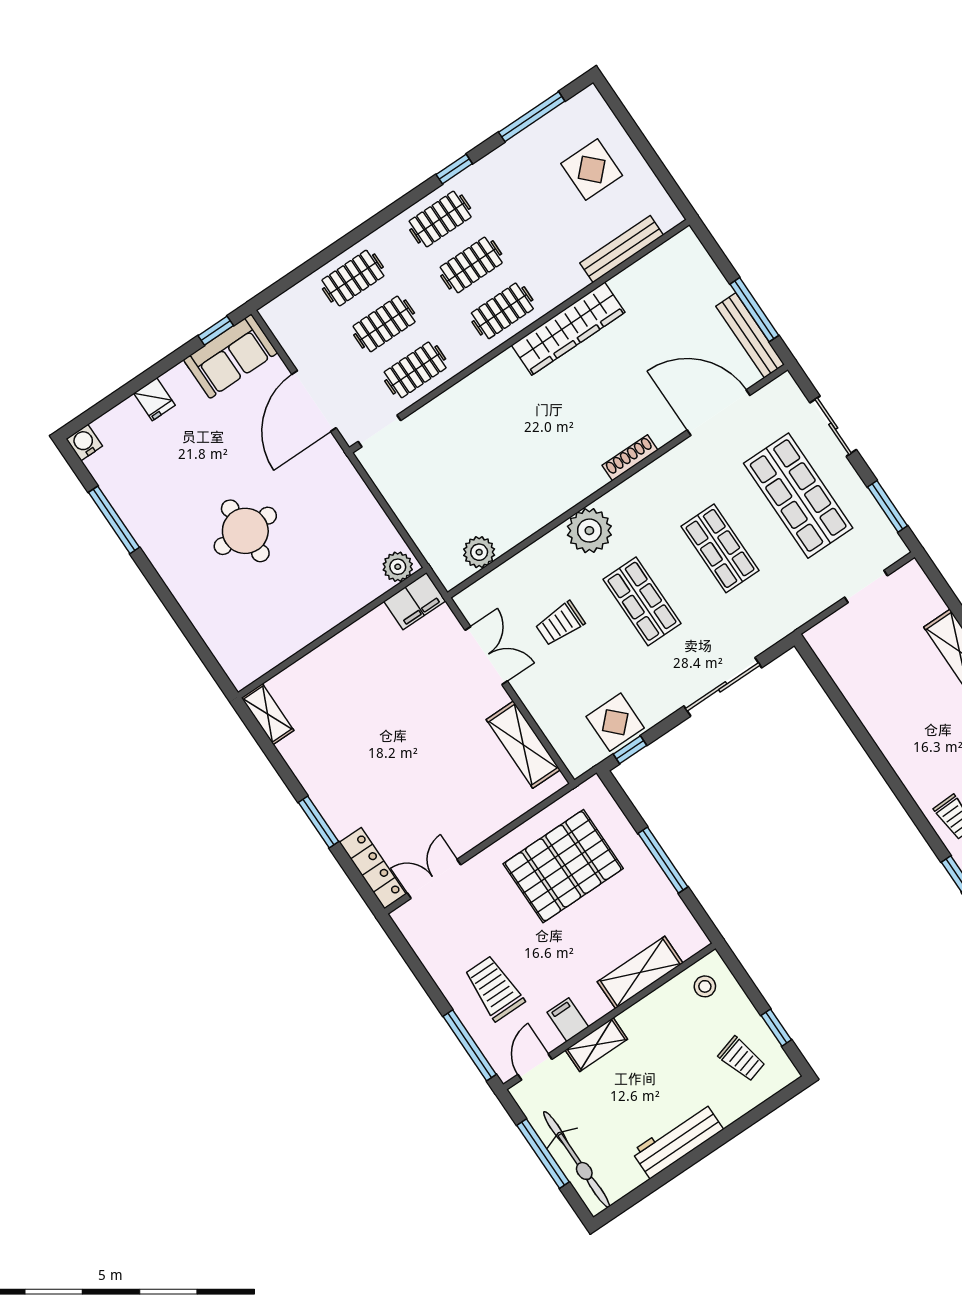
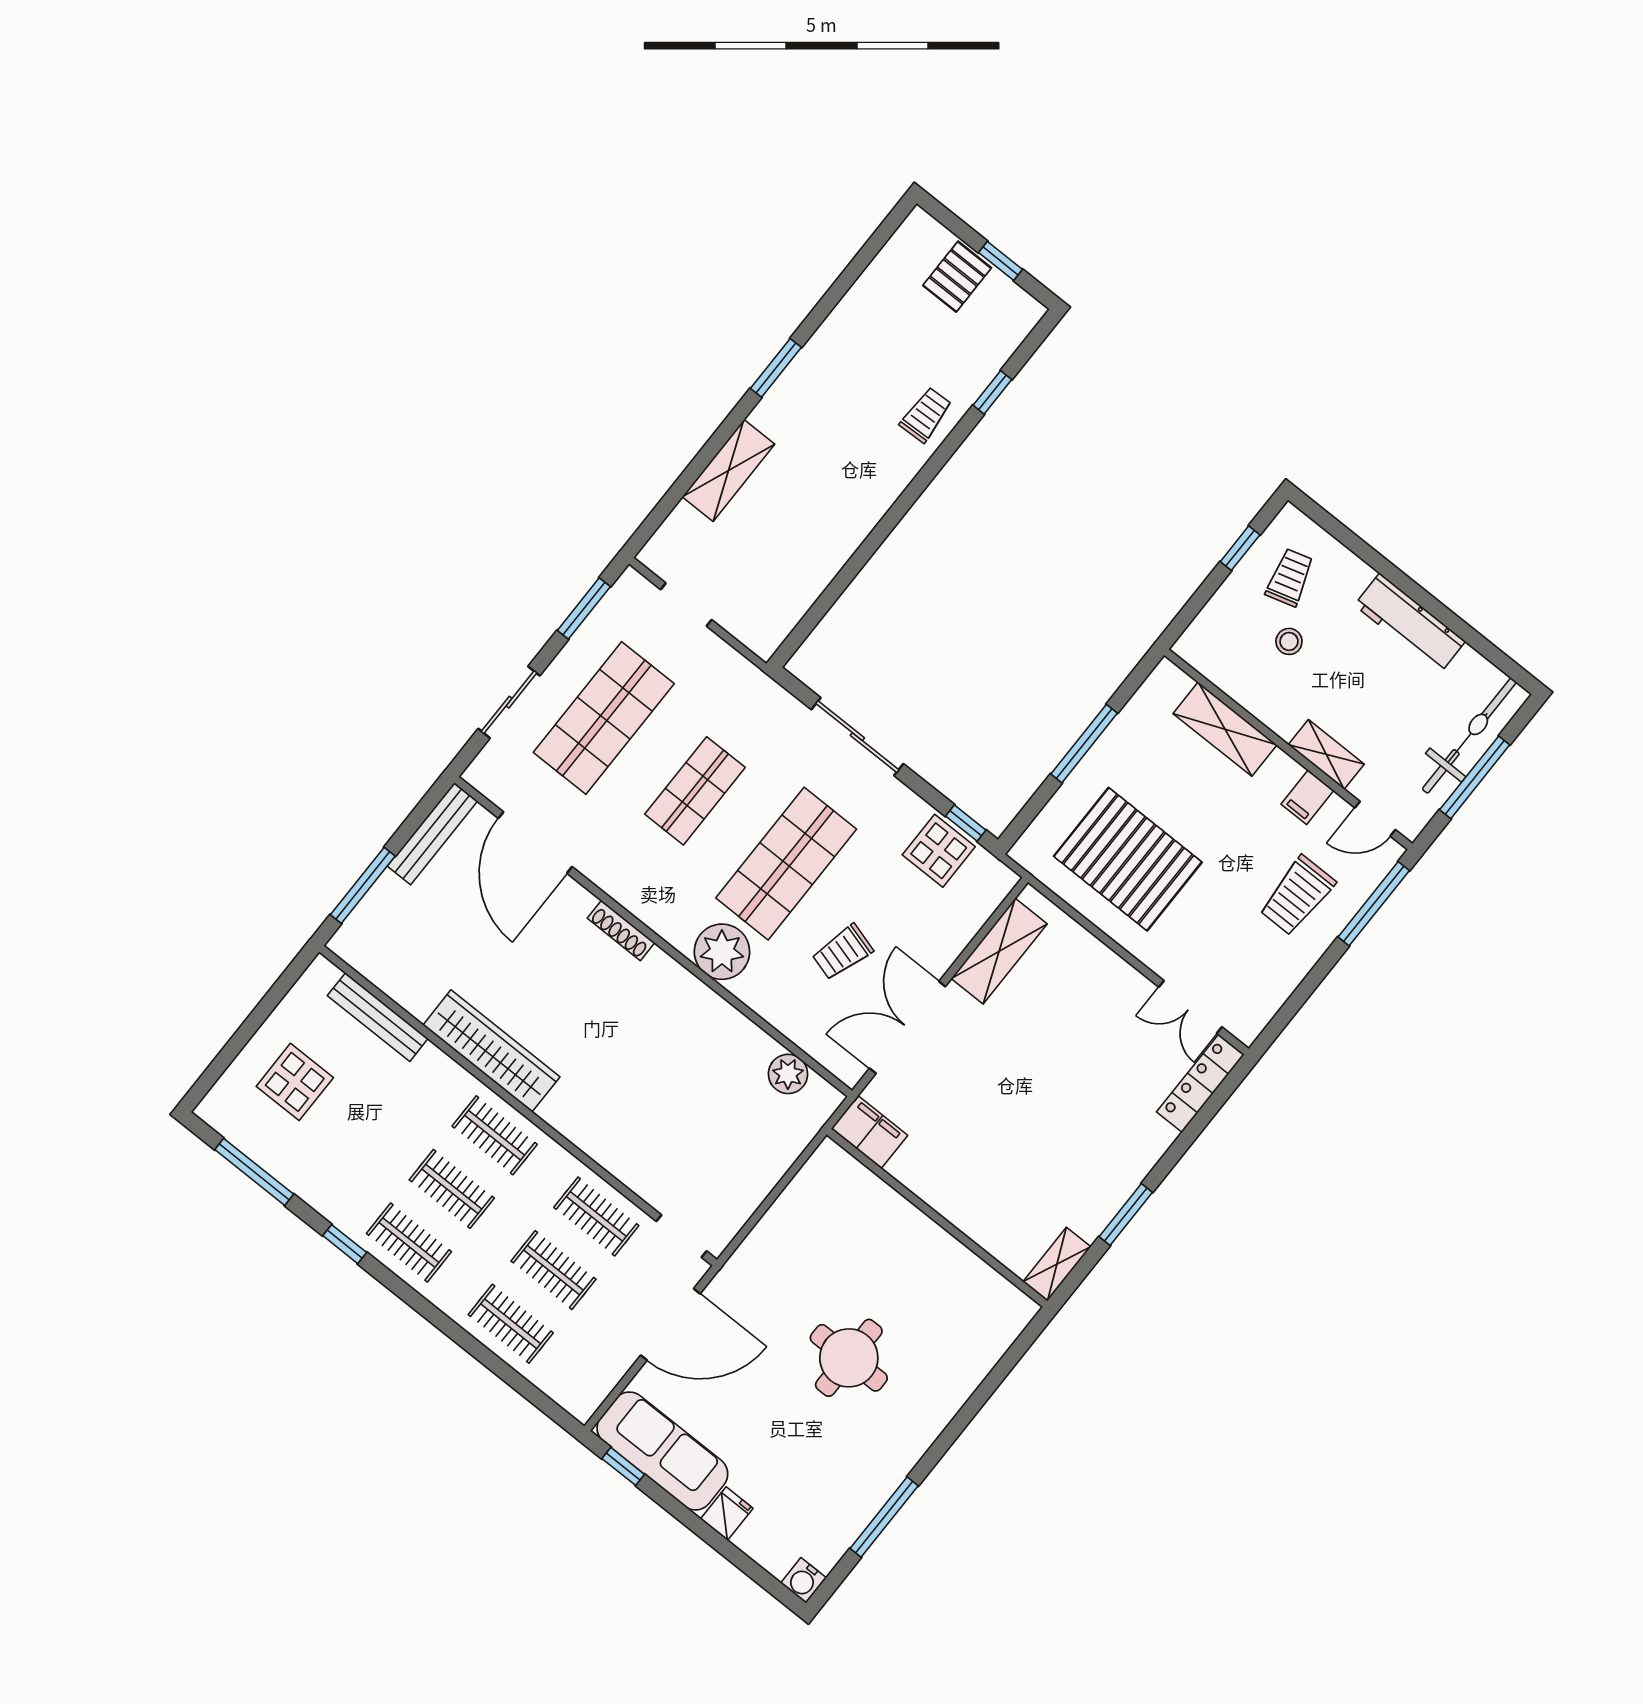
window: (754, 310) -> (363, 885), moved
sofa: (230, 356) -> (662, 1451), width x1.36
plant: (398, 567) -> (835, 1165), removed
shop shelf: (642, 601) -> (786, 864), width x1.43, depth x1.36
trolley: (560, 624) -> (843, 952), turned 106
double door: (486, 656) -> (907, 1027), width x1.37
window: (318, 822) -> (1126, 1214), moved
stool: (705, 986) -> (1289, 641), moved

